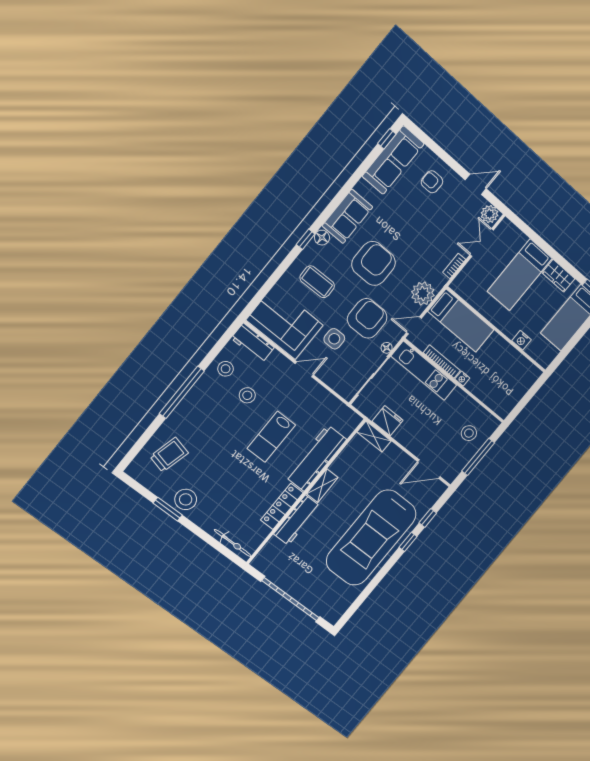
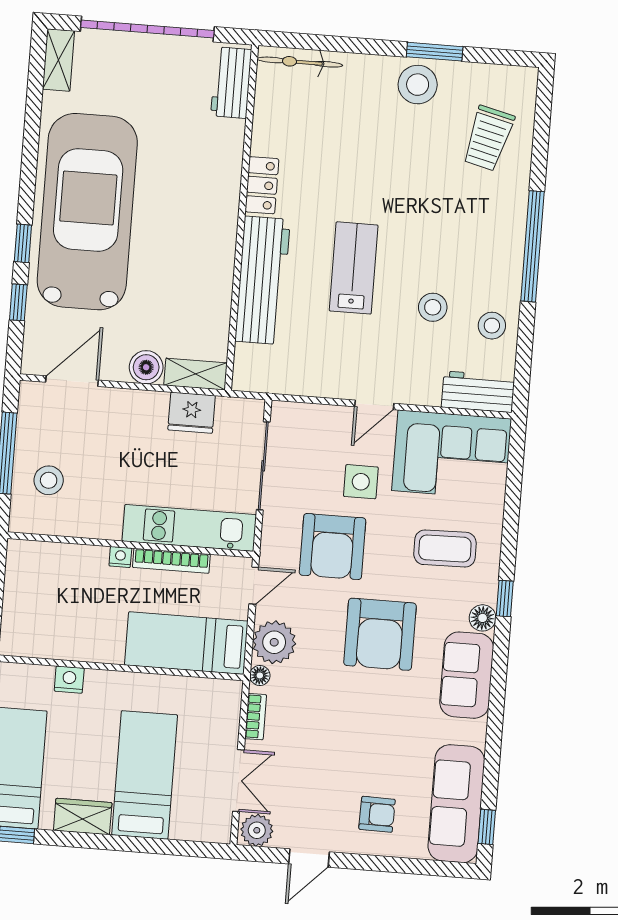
floor lamp: (387, 348) -> (260, 675), moved
boiler: (393, 454) -> (146, 367), added
shelving: (322, 486) -> (58, 60), moved
locker: (282, 506) -> (262, 185), width x0.66
workbench: (297, 520) -> (231, 83), moved, width x0.73

